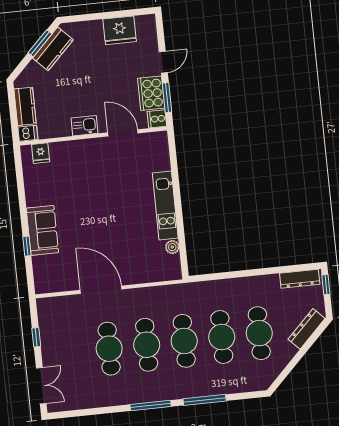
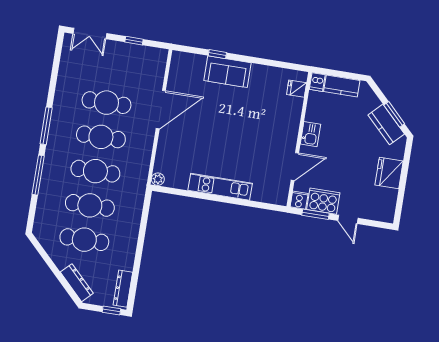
fridge: (120, 30) -> (389, 173), moved
plant: (172, 247) -> (158, 179), moved

